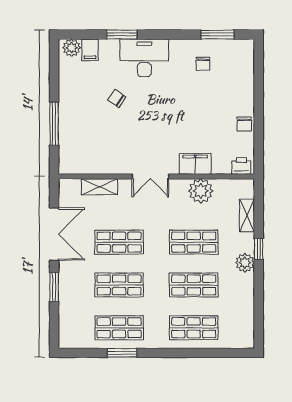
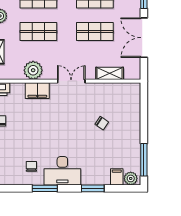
window: (218, 35) -> (45, 188), moved
desk: (144, 58) -> (62, 171), moved
chair: (117, 98) -> (102, 123), moved
window: (54, 124) -> (144, 160), moved

